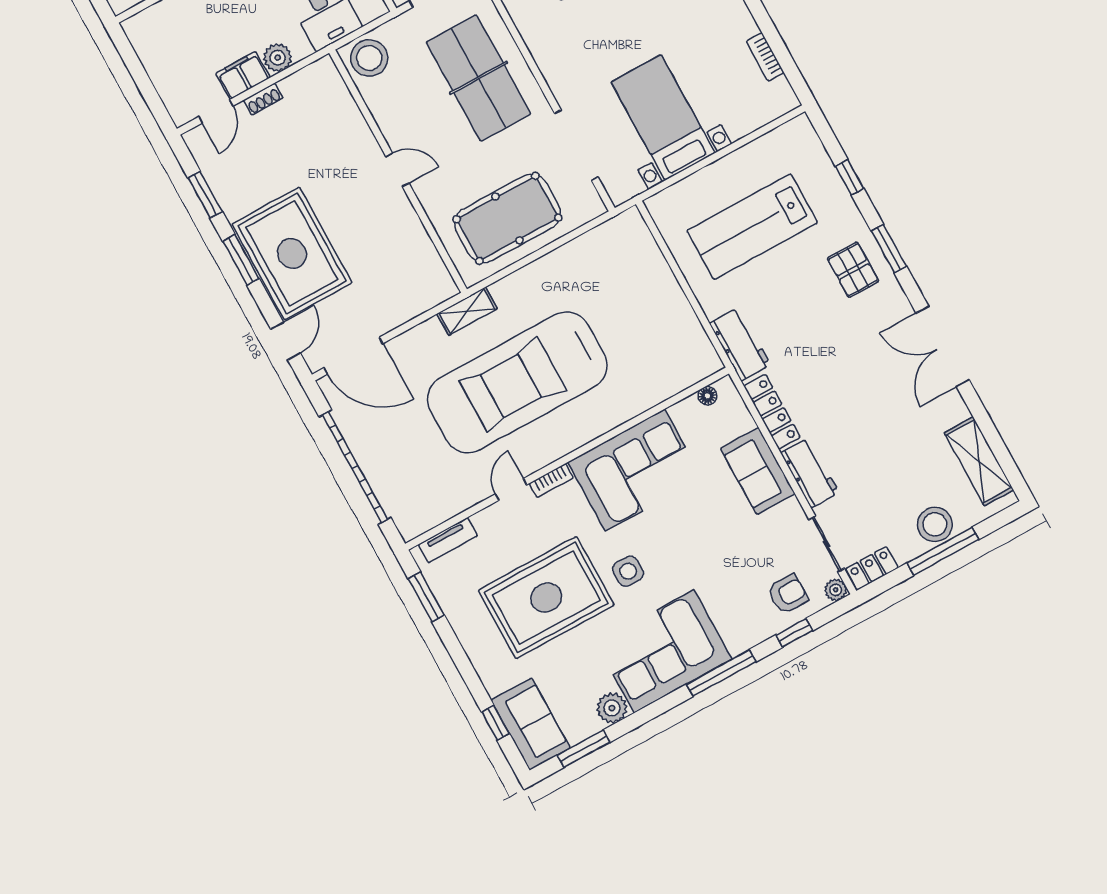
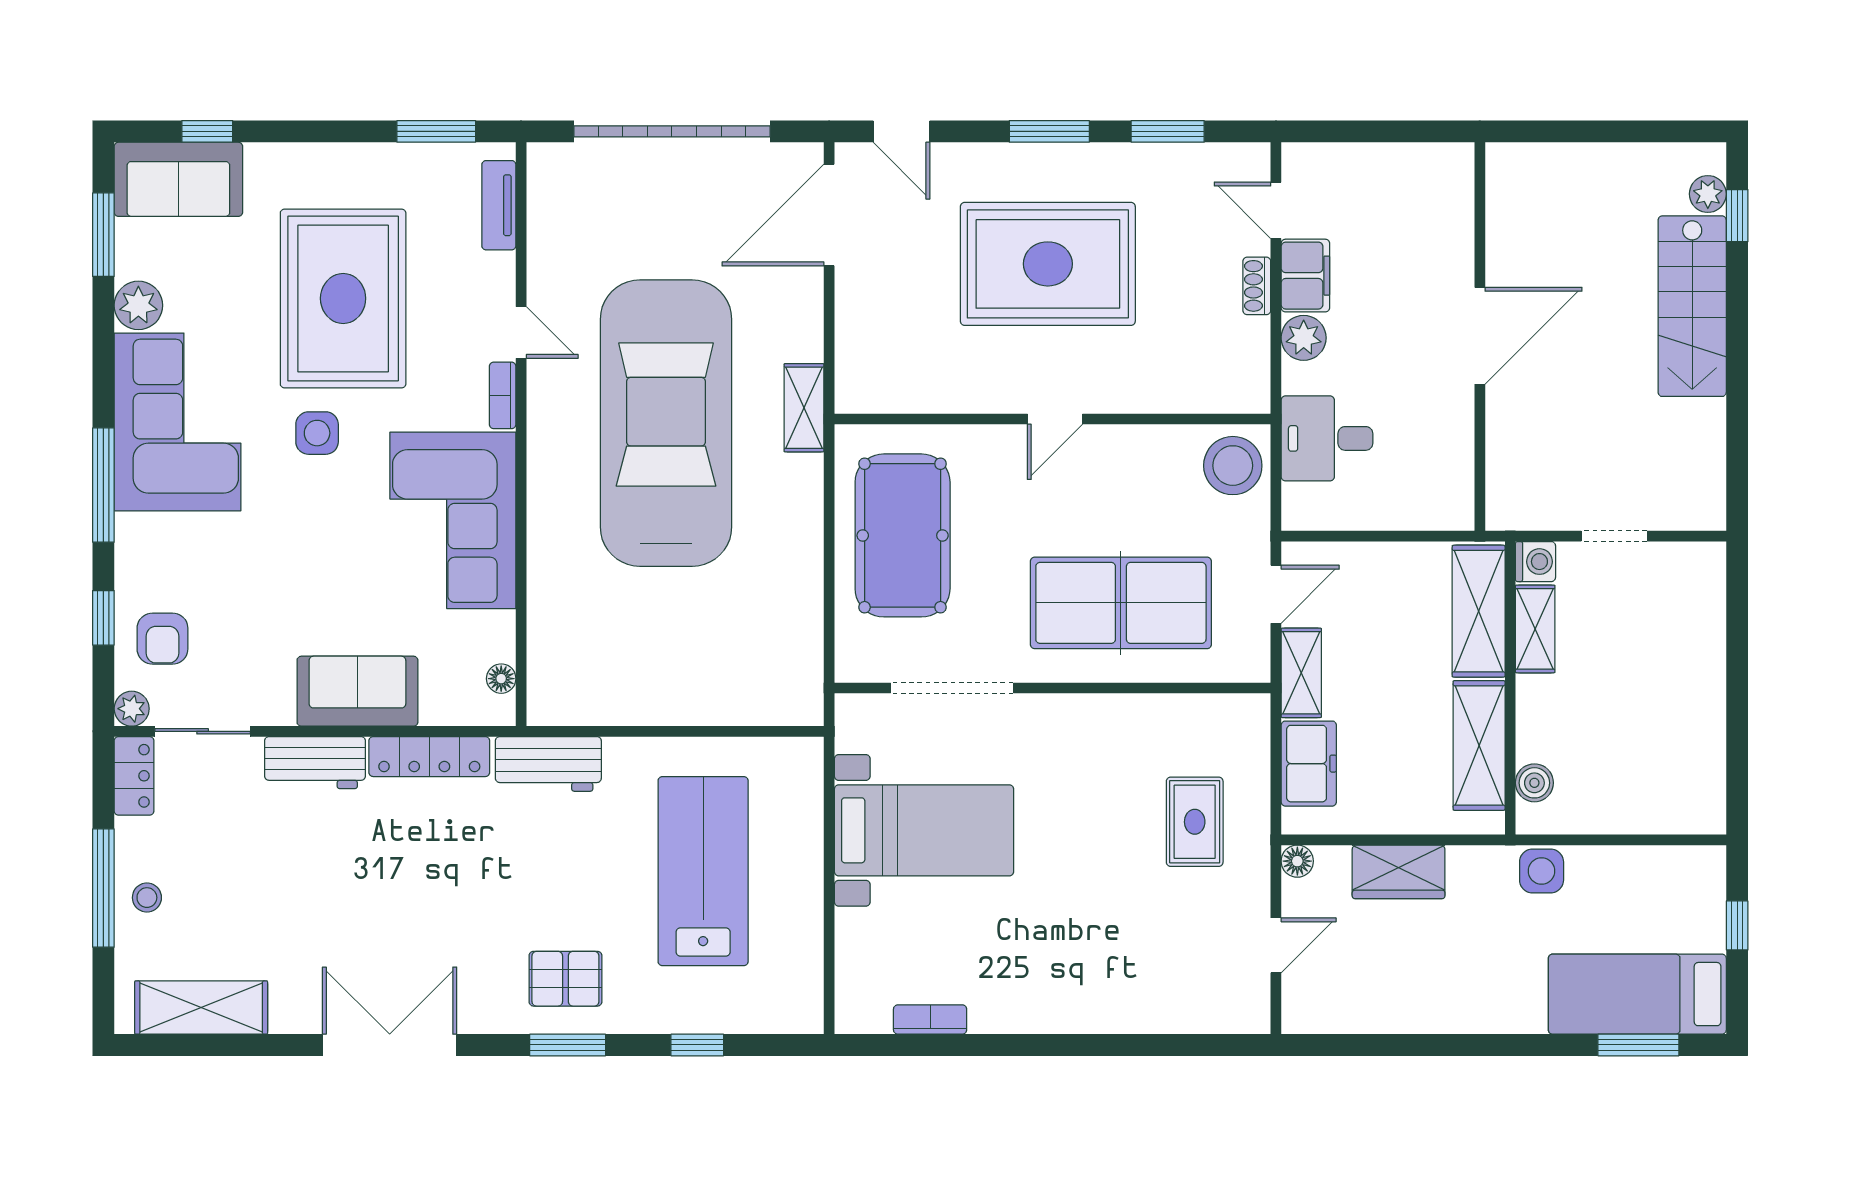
rug: (292, 253) -> (1048, 264), moved
stool: (935, 524) -> (147, 898), width x0.53, depth x0.53

